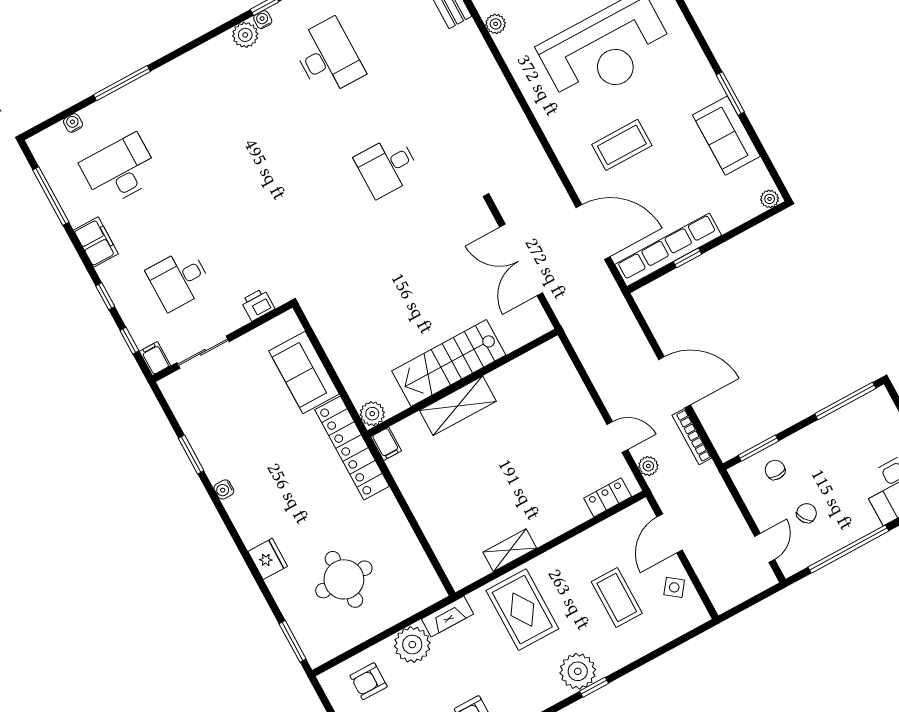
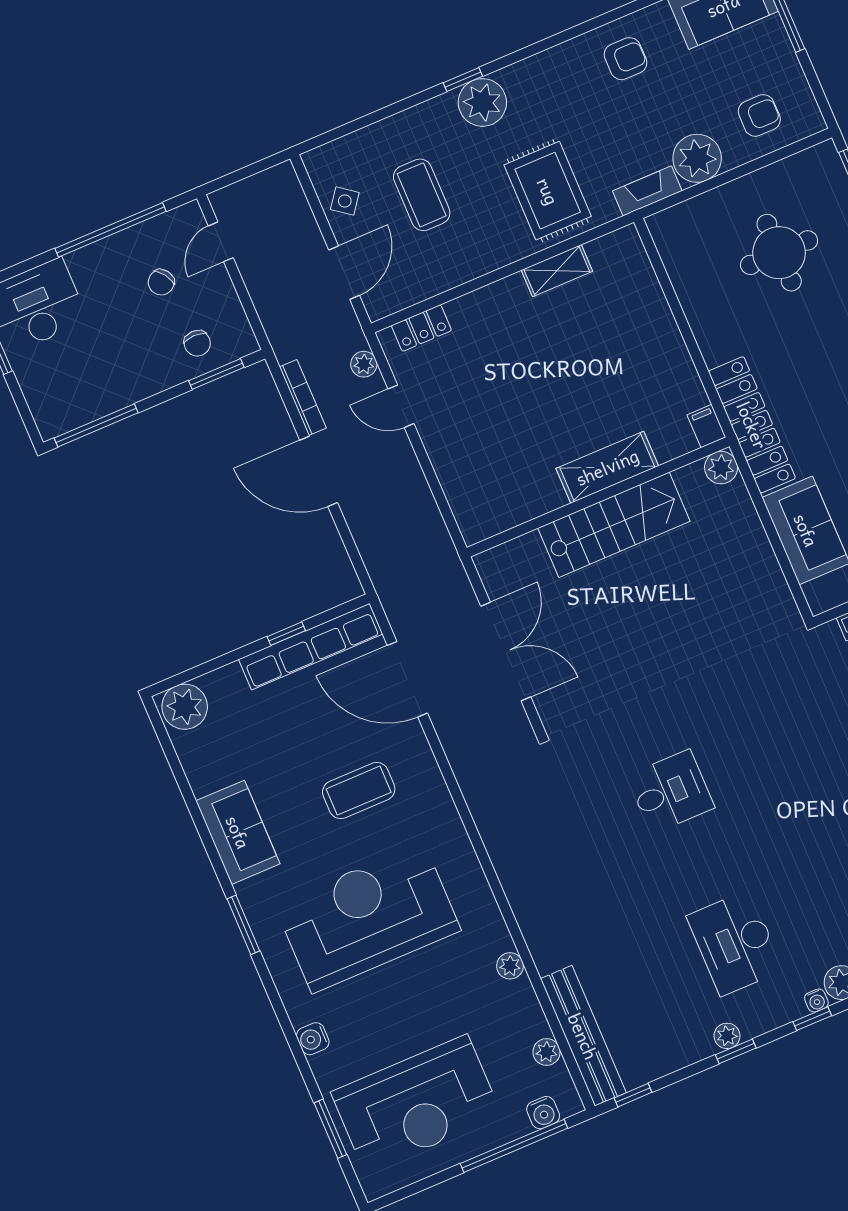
window: (730, 93) -> (243, 925), moved
sofa: (726, 136) -> (238, 832), moved
plant: (770, 199) -> (185, 707), width x1.88, depth x1.88

